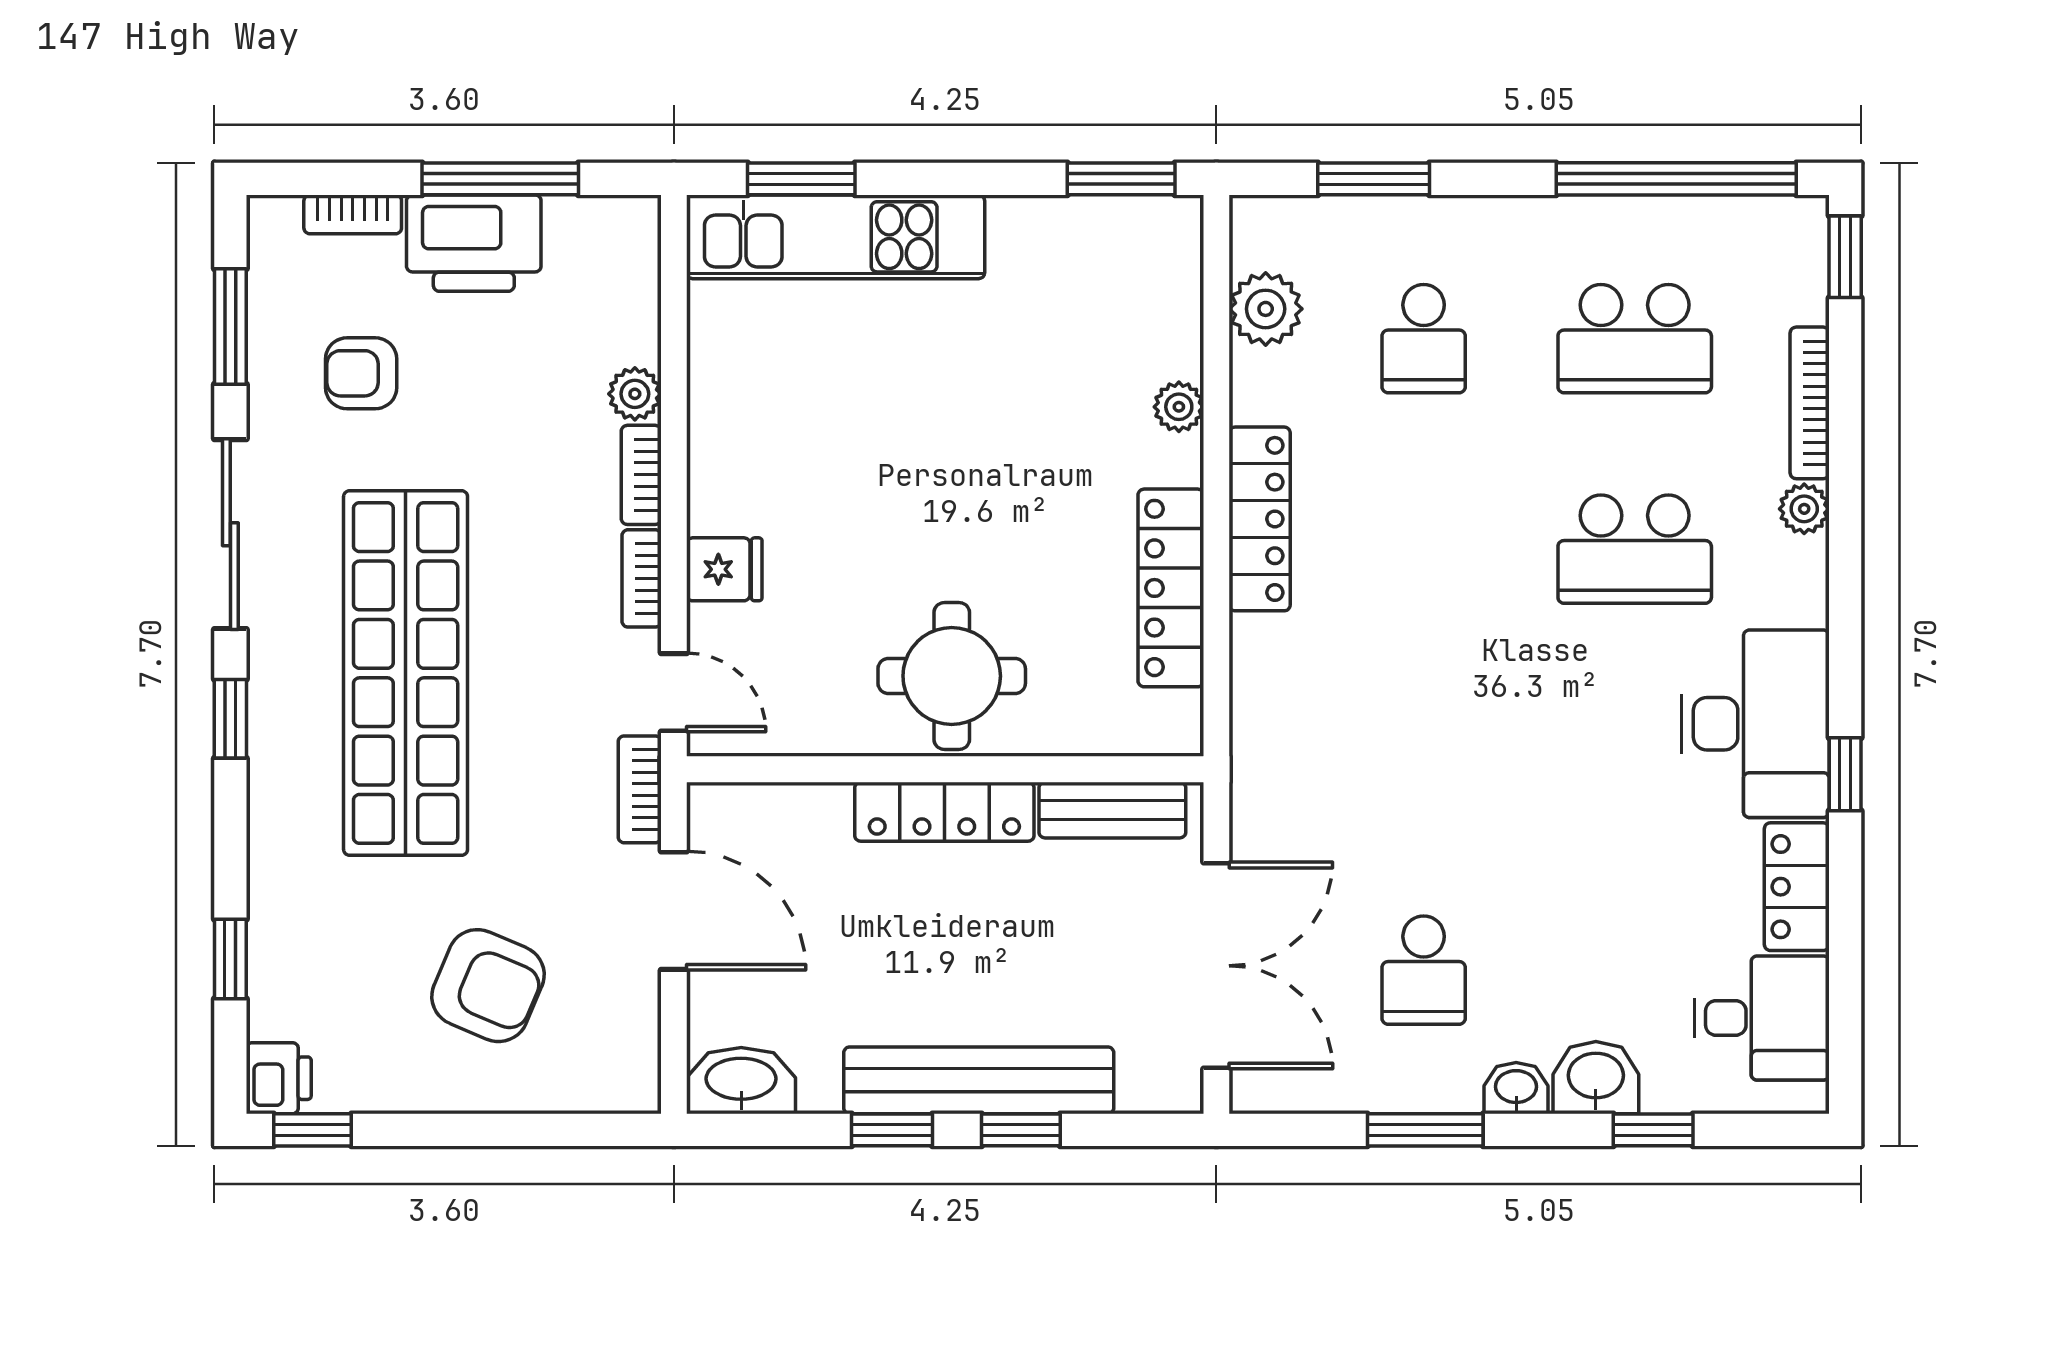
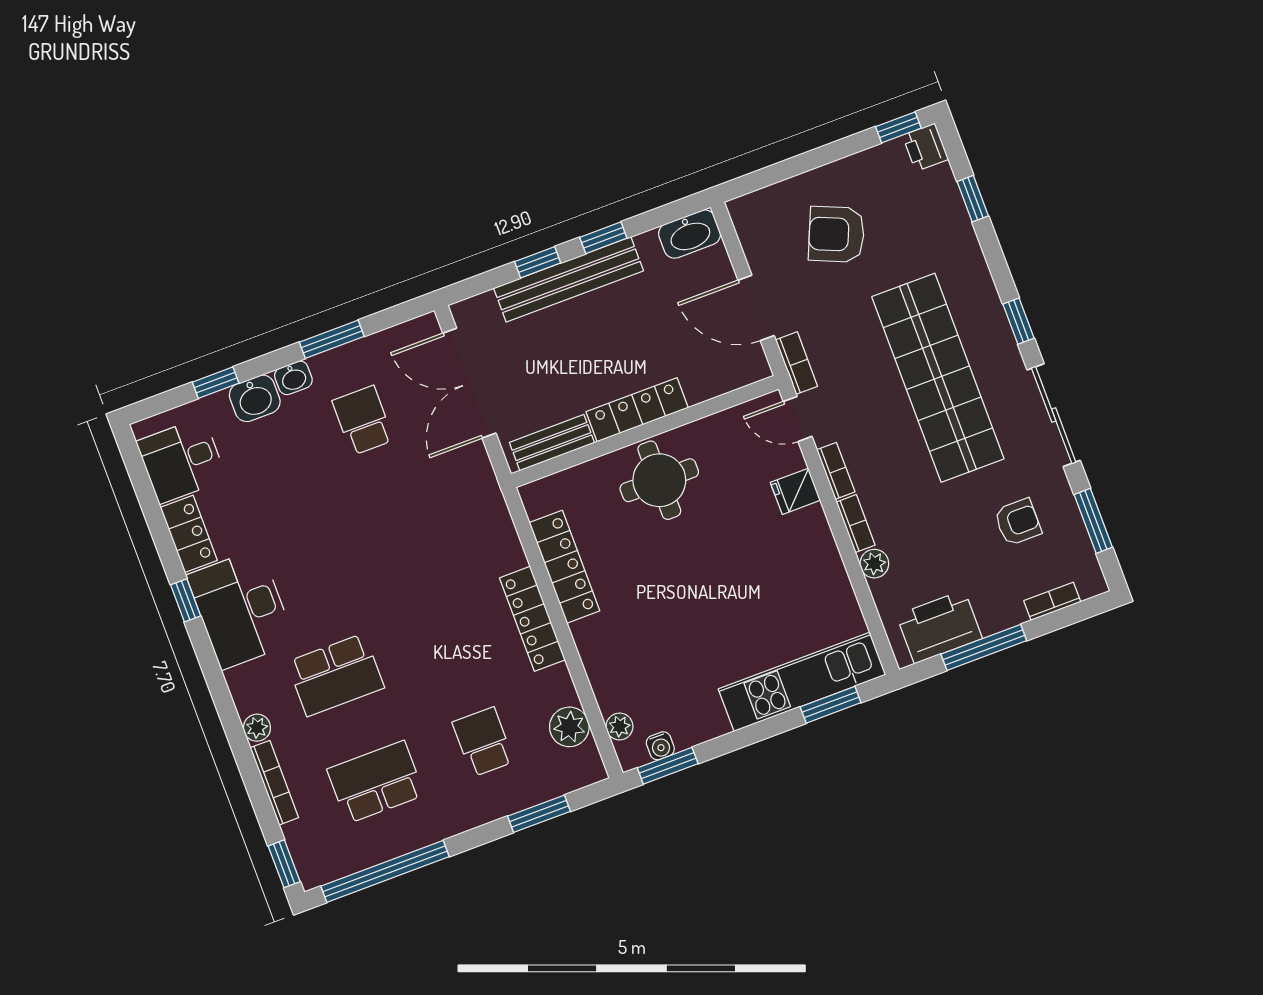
water cooler: (1121, 218) -> (660, 746), added
printer: (474, 243) -> (939, 627), moved
plant: (1179, 407) -> (619, 726), moved
school desk: (1635, 549) -> (336, 675), turned 180

